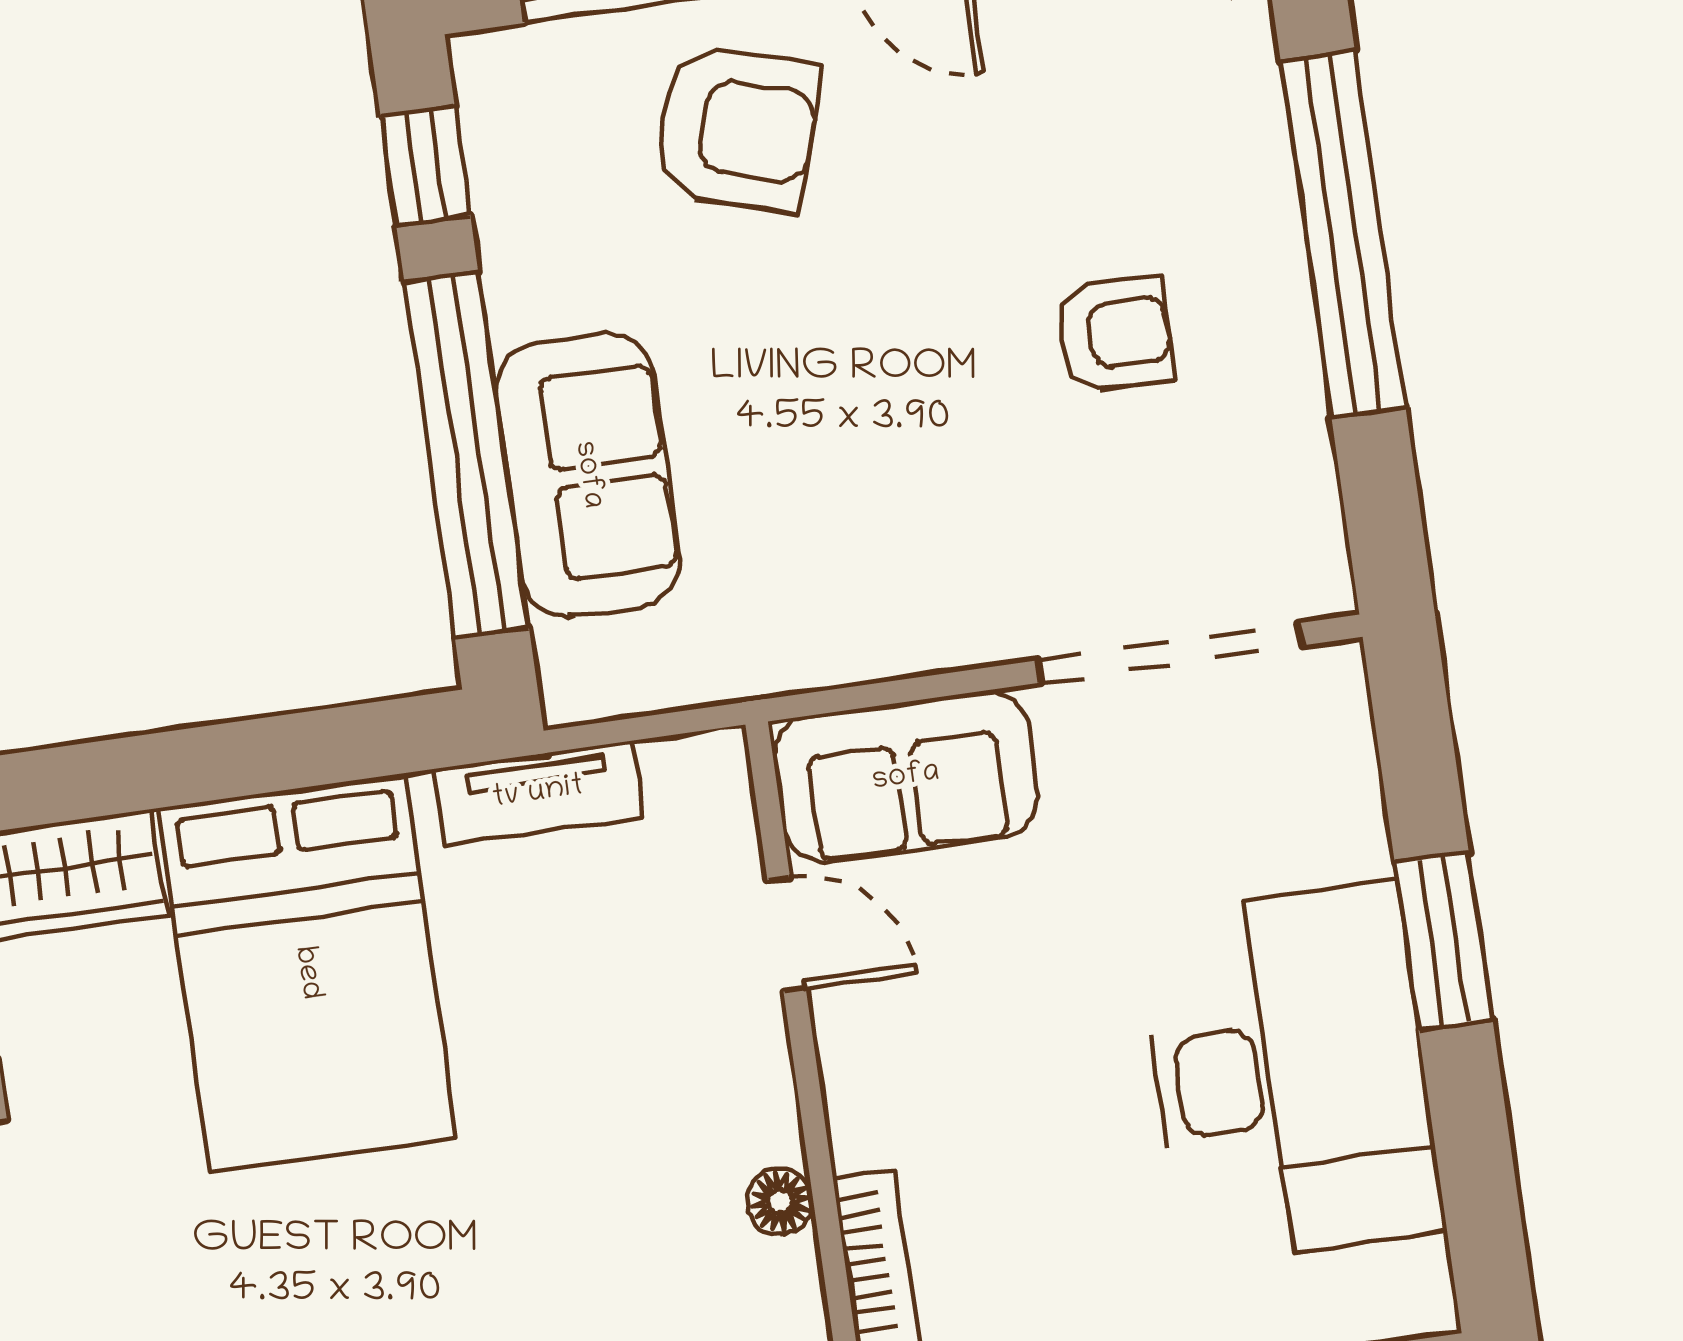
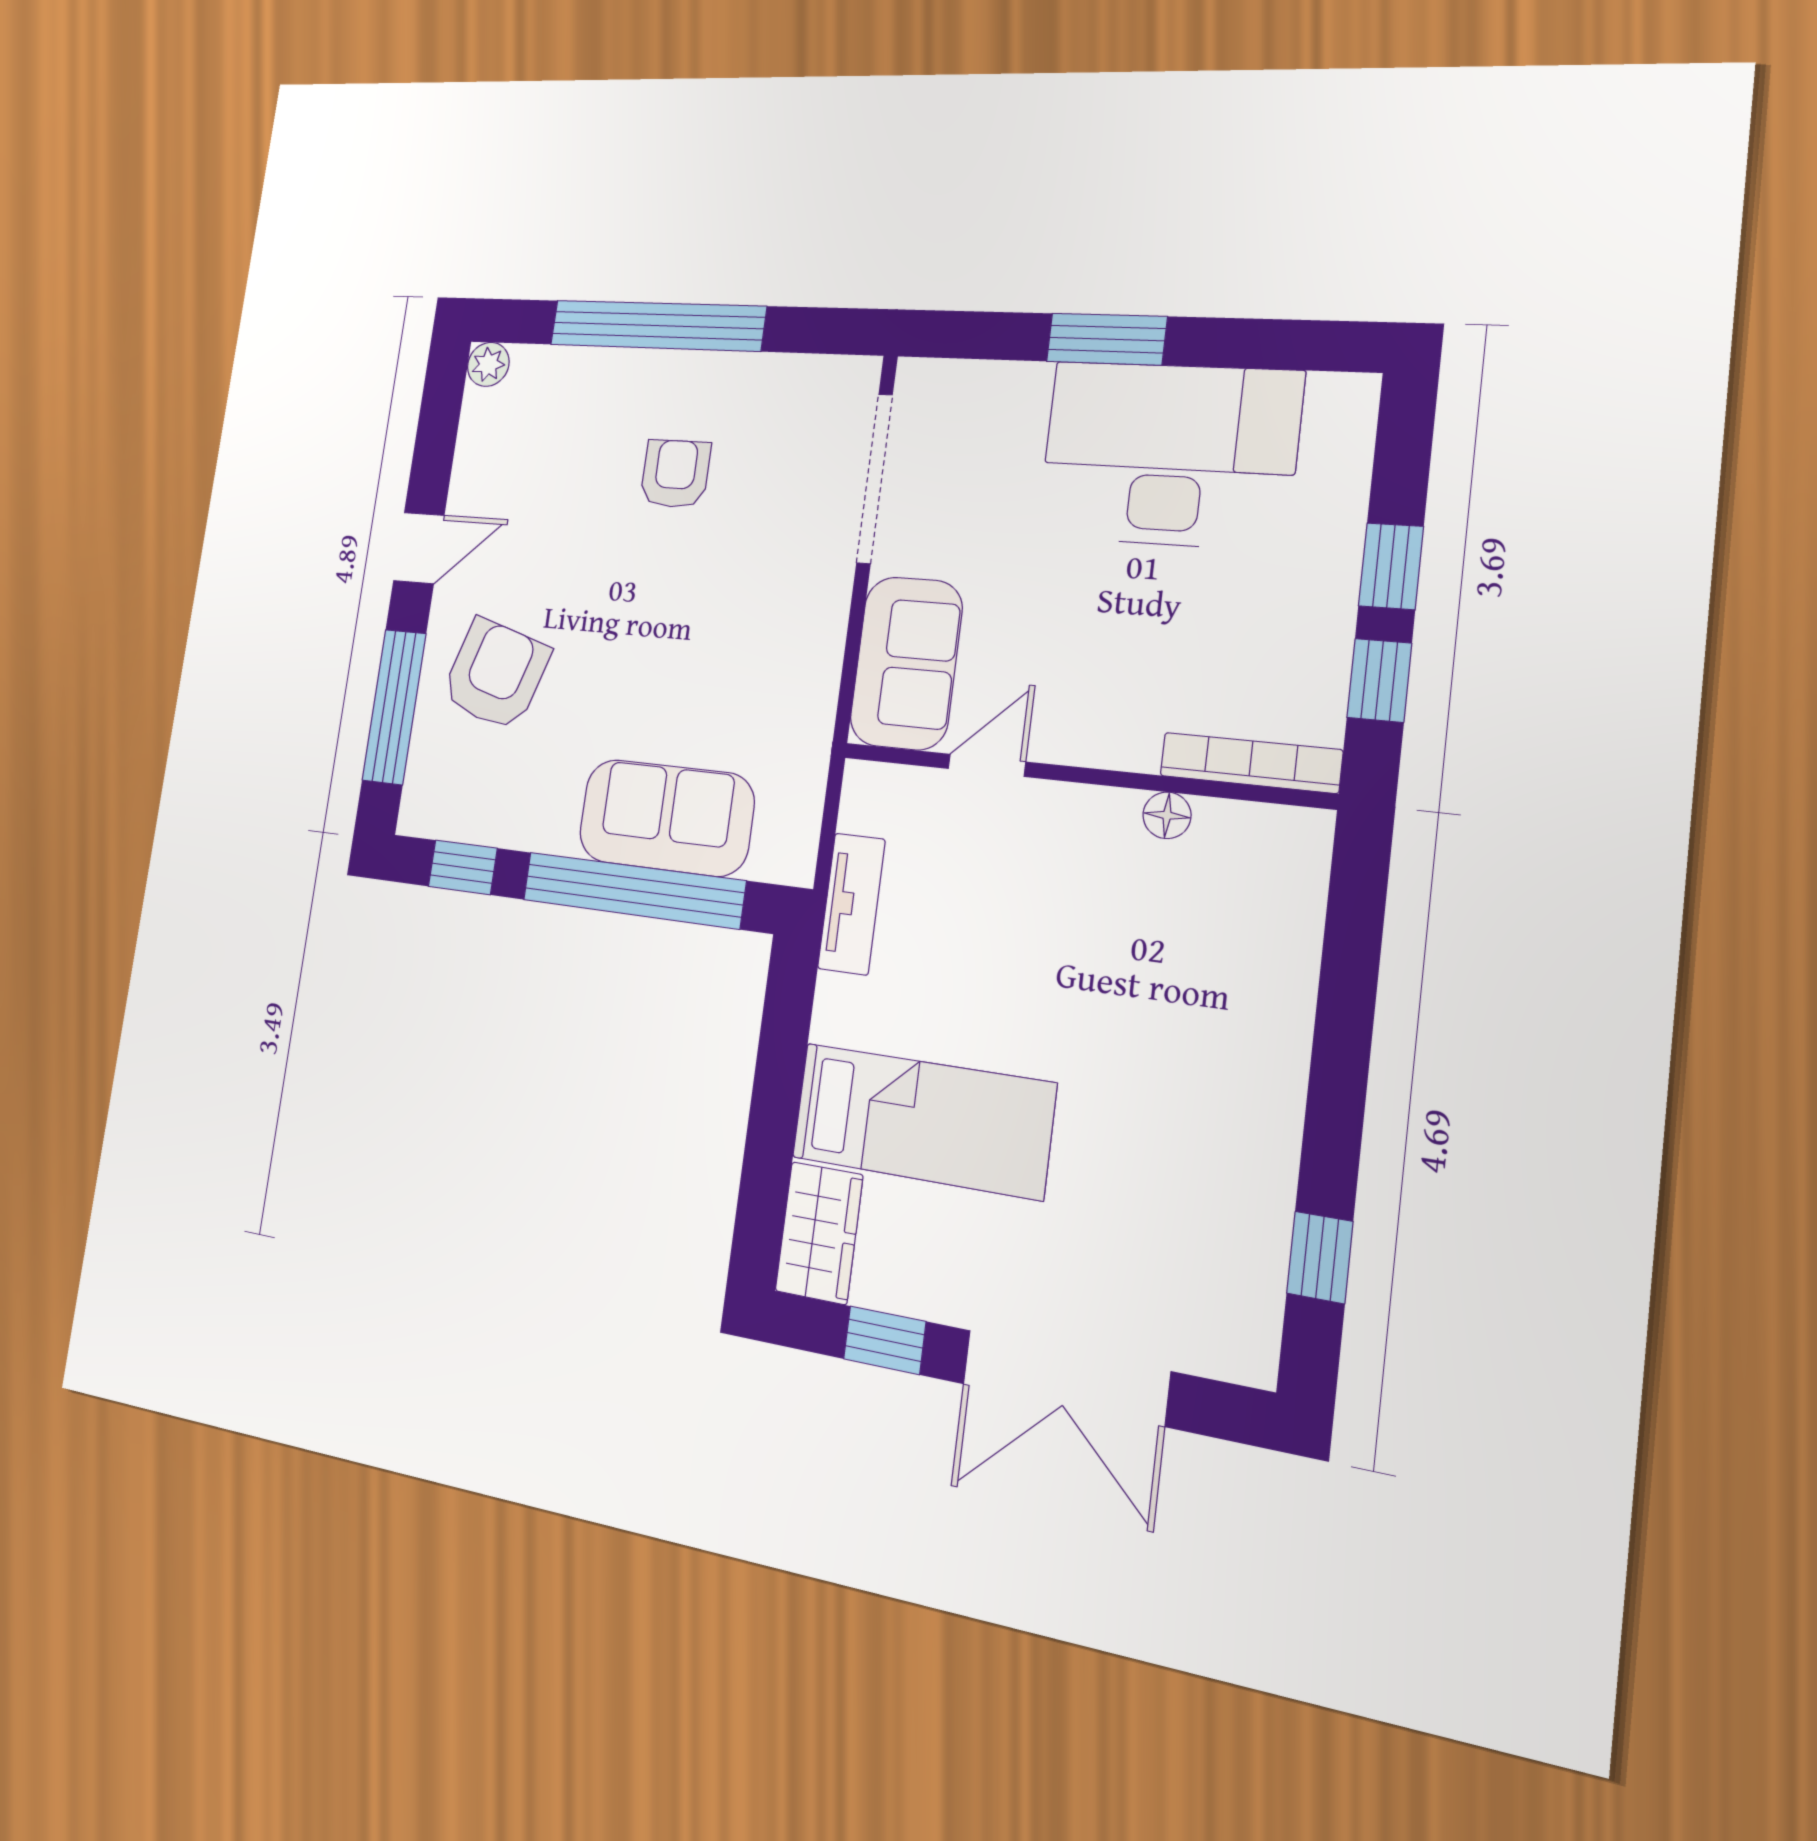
bed: (307, 973) -> (923, 1121), width x0.67

